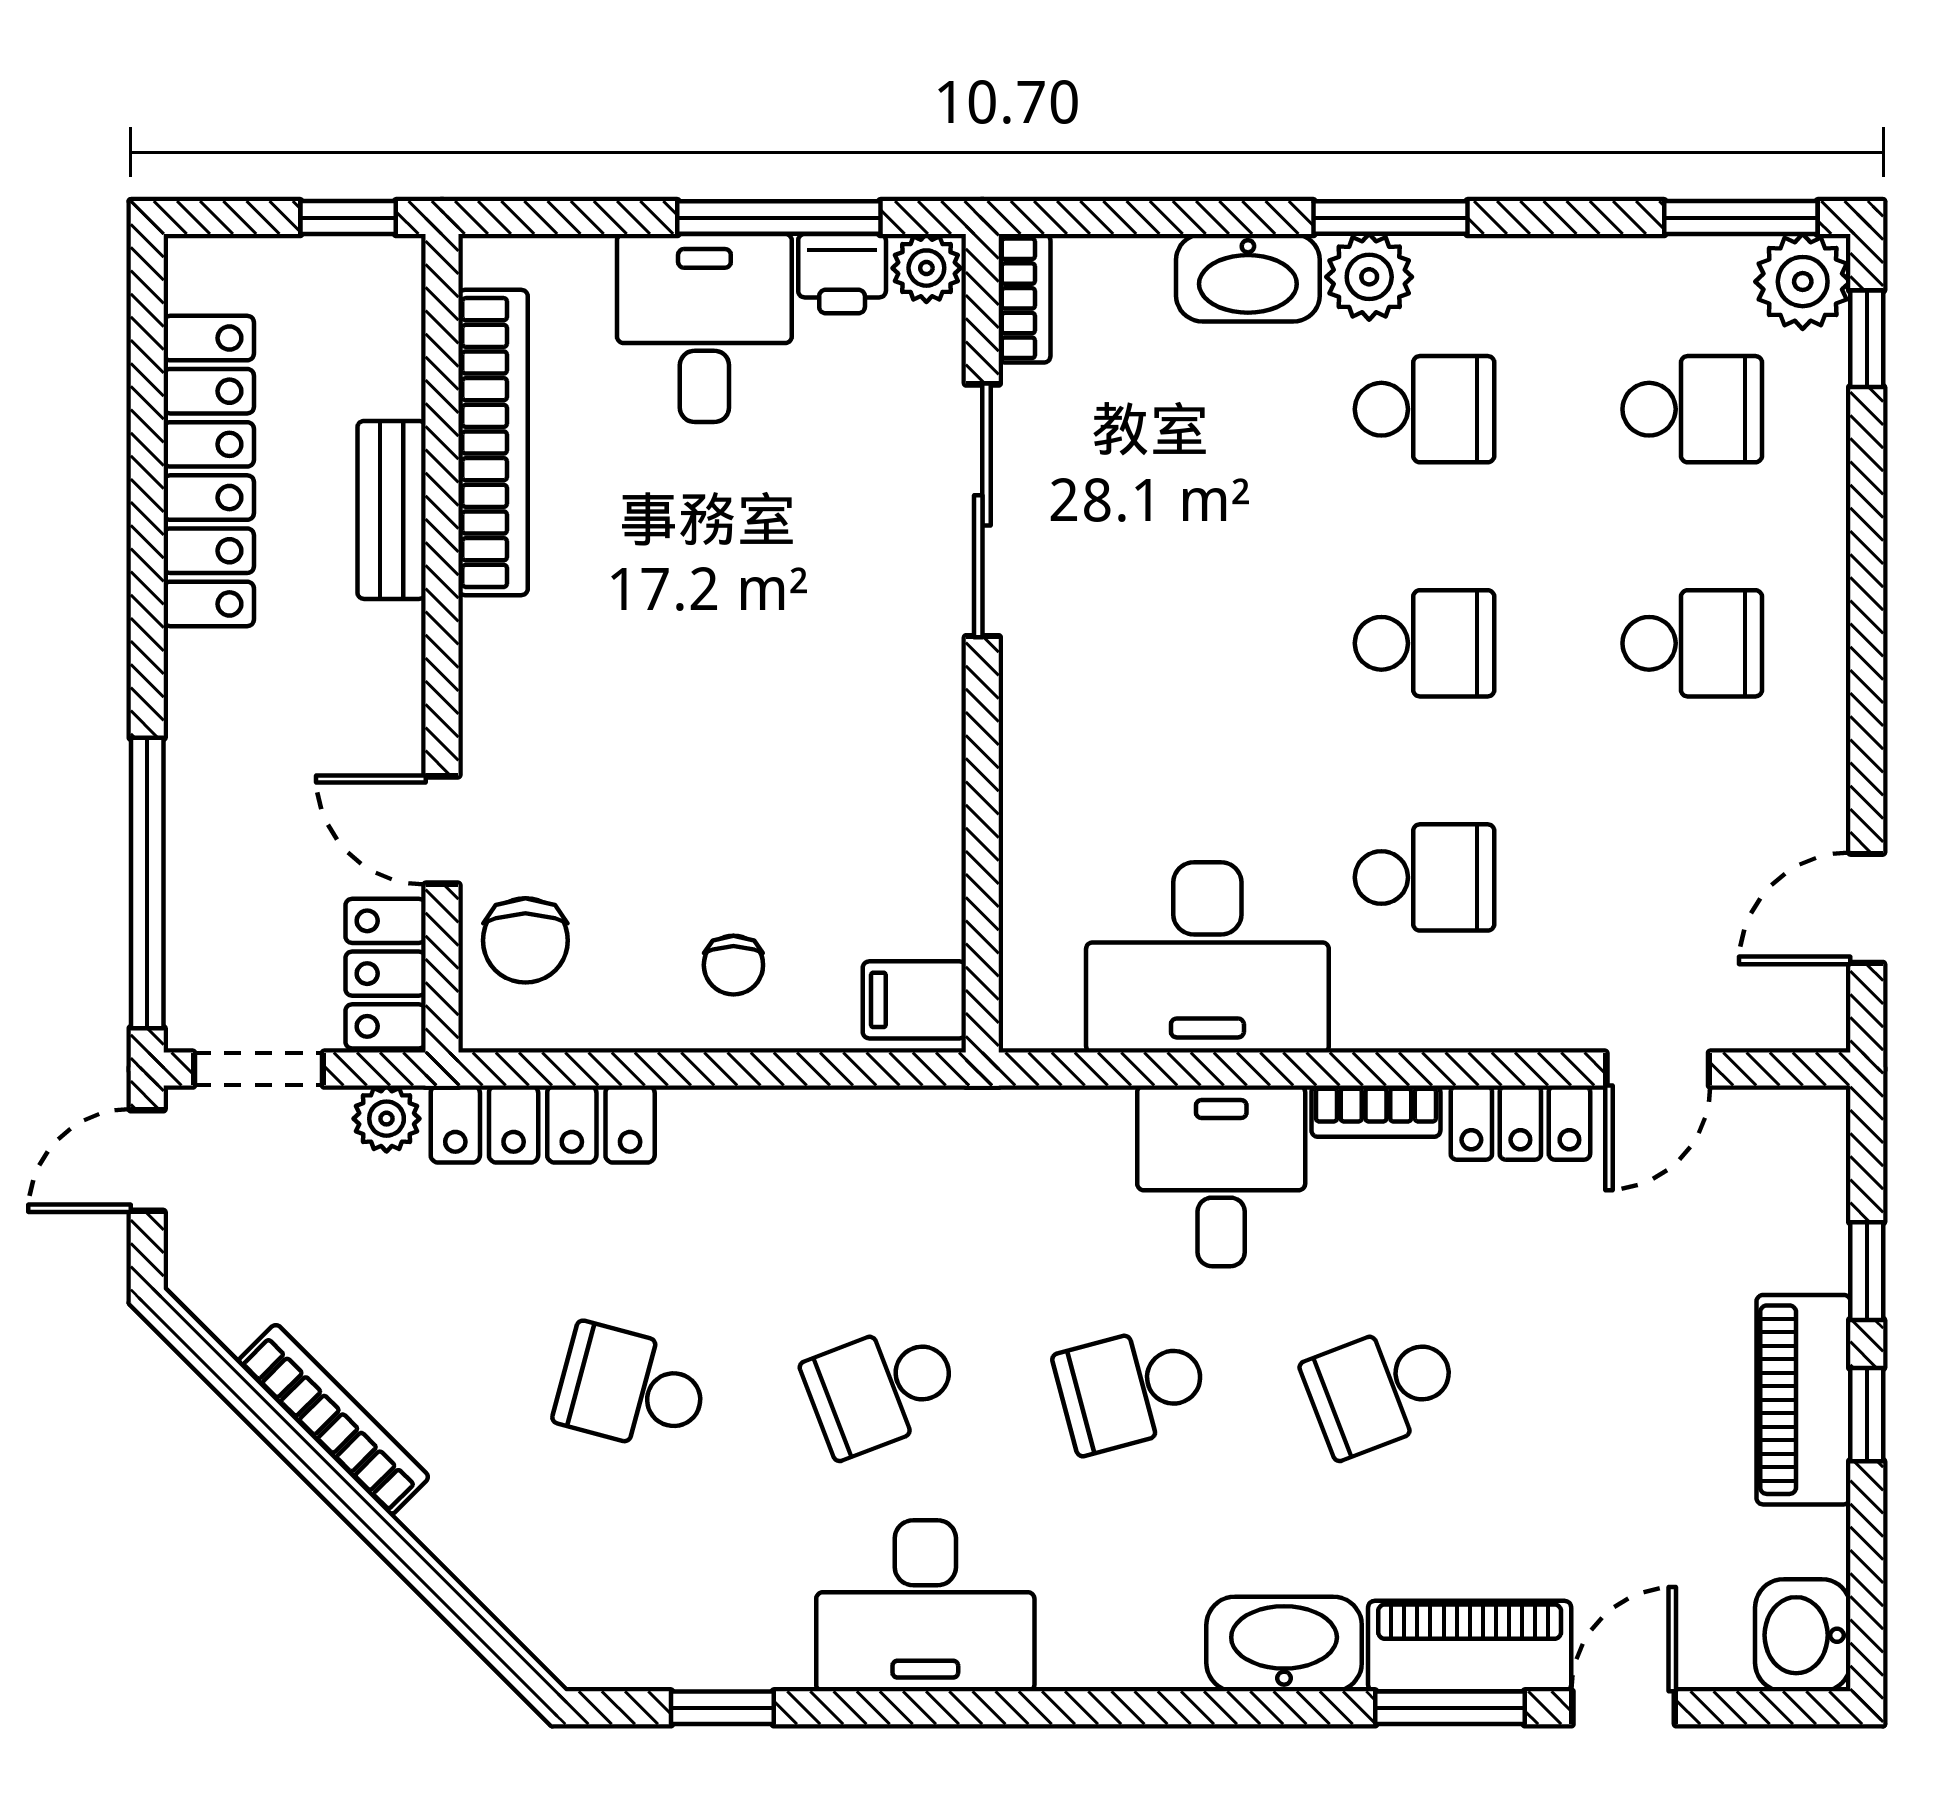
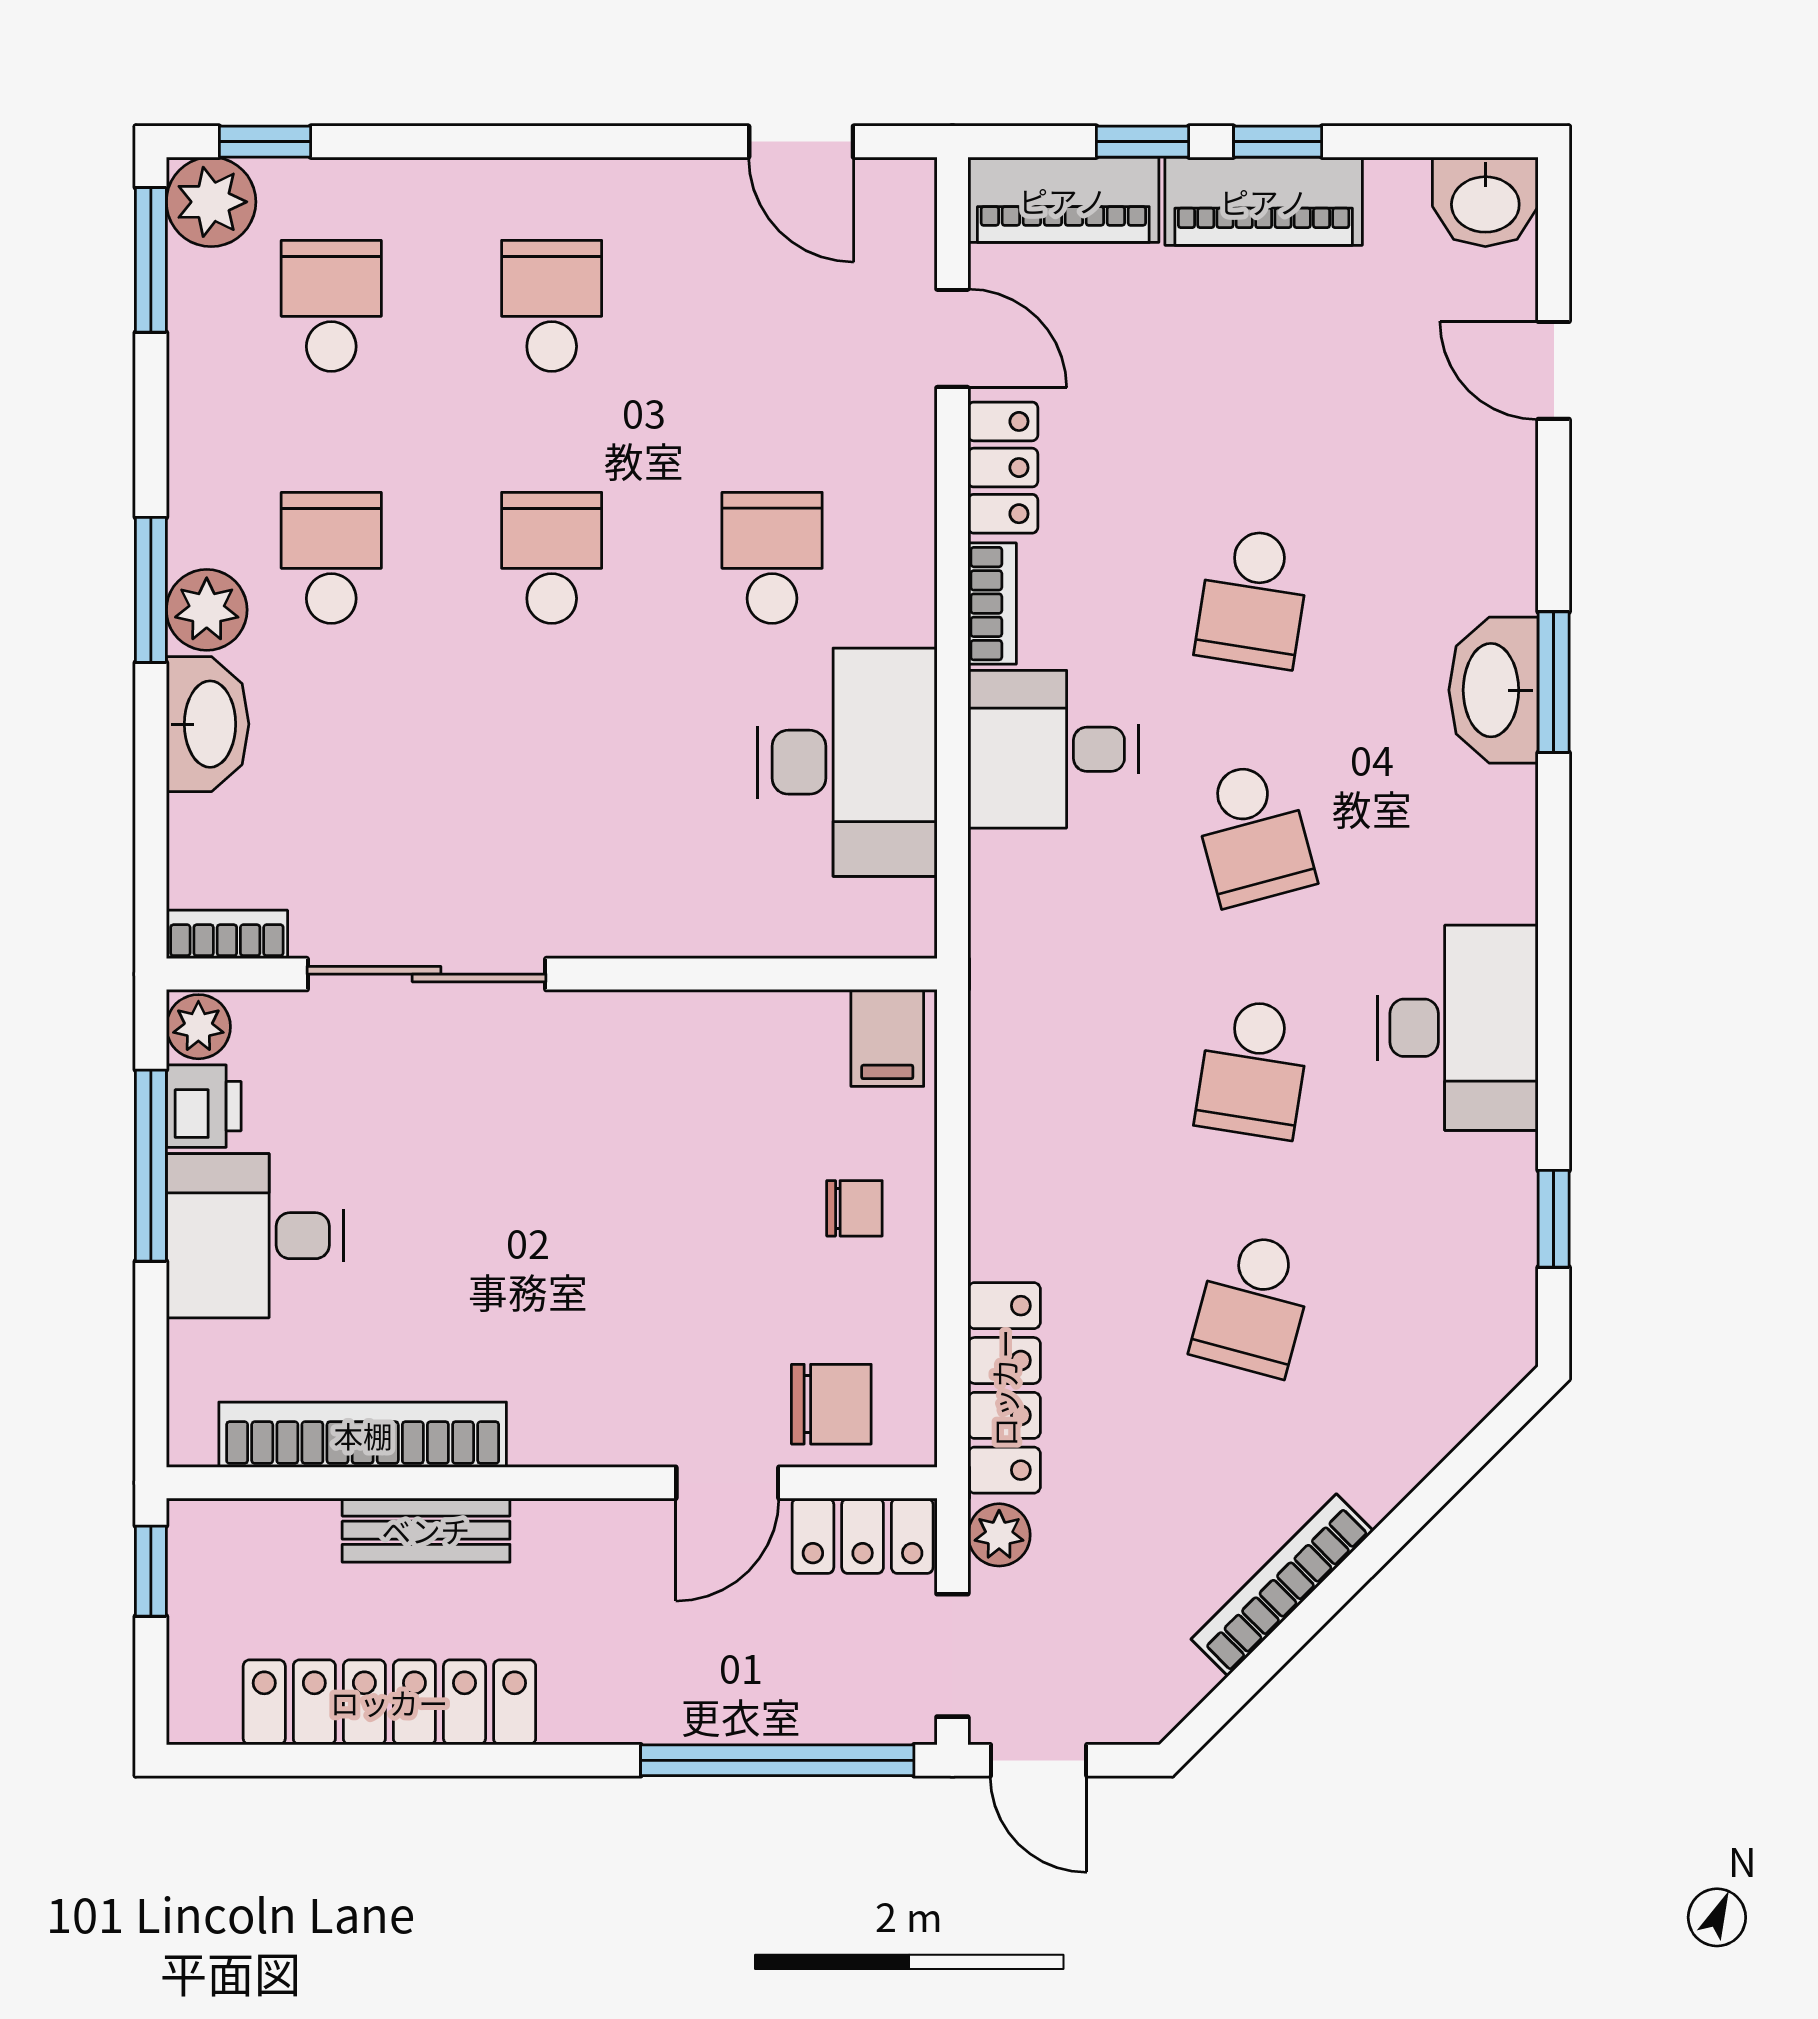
school desk: (882, 1388) -> (1253, 1069), turned 30
school desk: (1382, 1388) -> (1253, 598), turned 30
piano: (1470, 1646) -> (1063, 200), moved, turned -90
window: (1450, 1708) -> (1554, 682), moved

